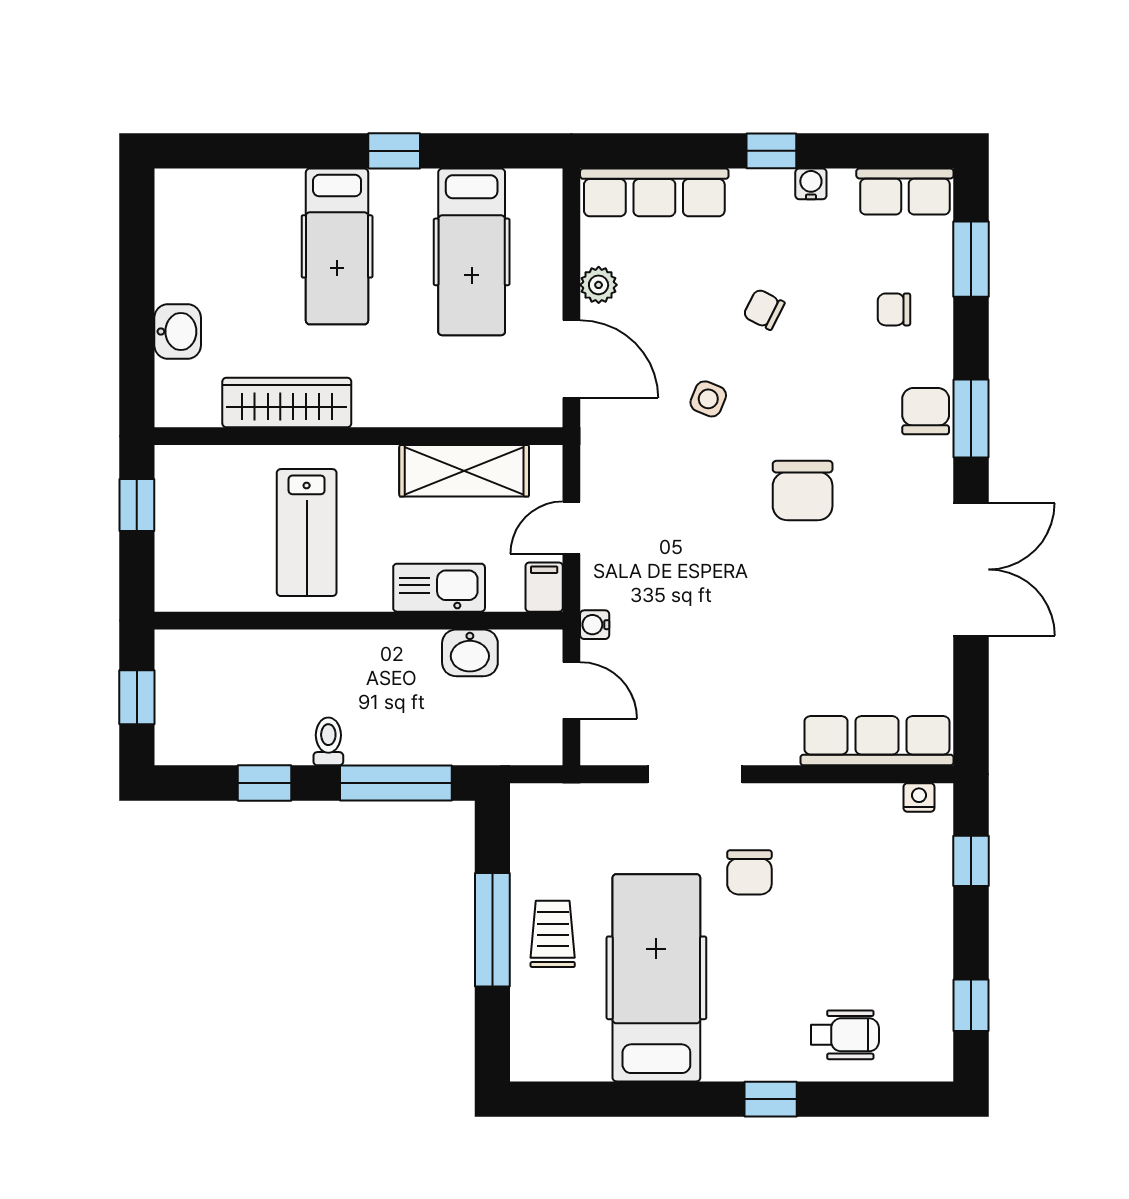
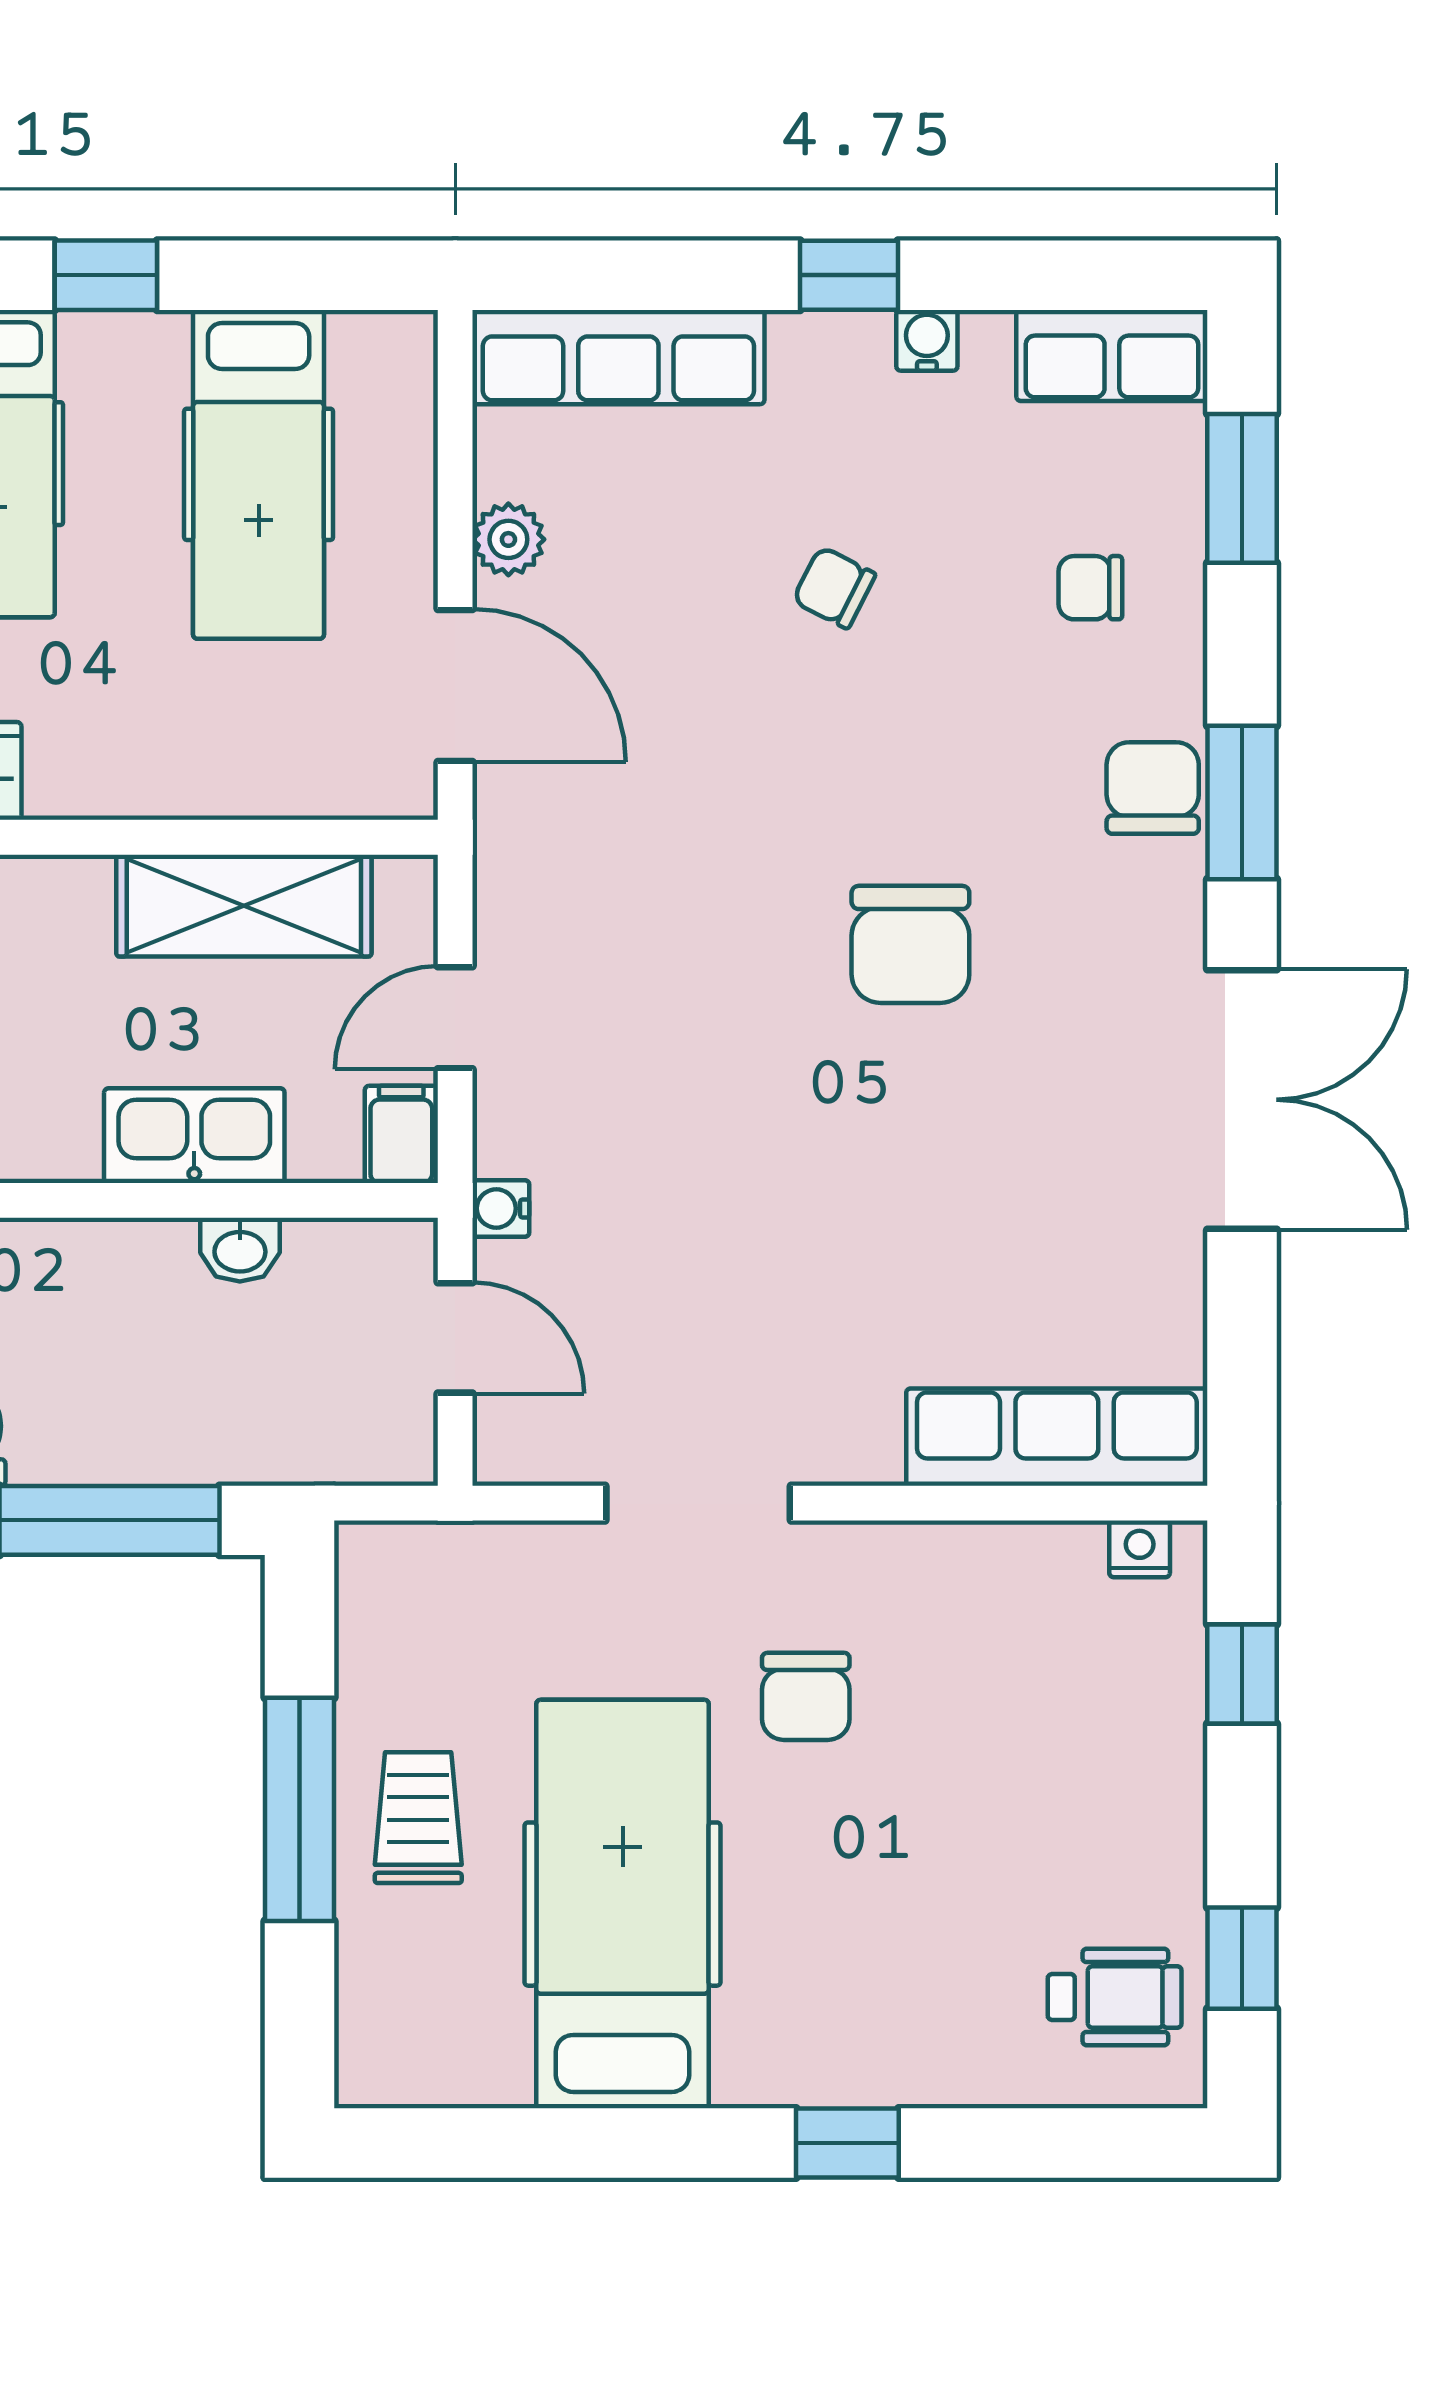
side table: (708, 399) -> (725, 764), removed
washbasin: (470, 653) -> (240, 1250), width x0.72, depth x0.69
wheelchair: (845, 1035) -> (1115, 1997), moved

